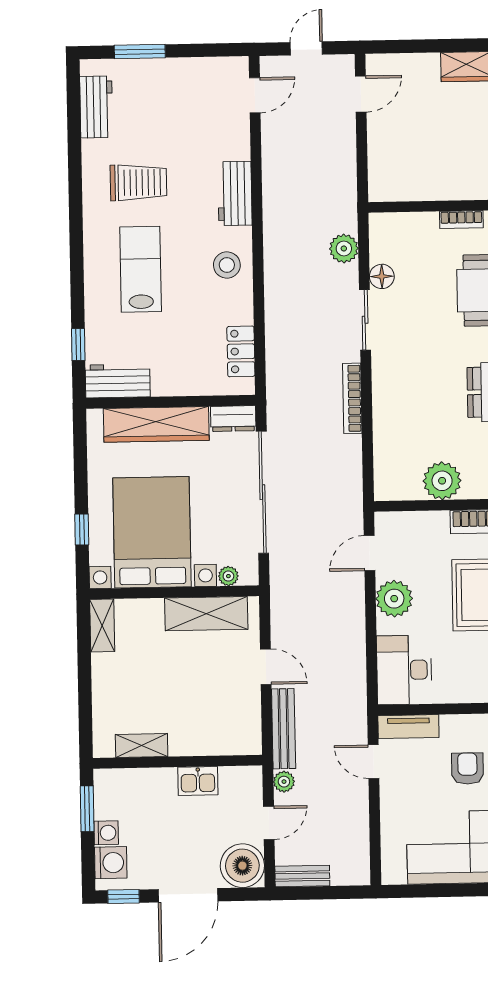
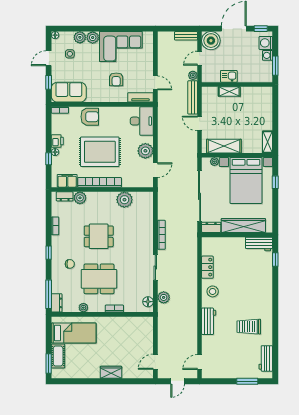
lab bench: (141, 269) -> (249, 290), removed
floor lamp: (382, 276) -> (148, 302), moved
locker: (241, 351) -> (207, 267), moved
shelving: (142, 745) -> (229, 92), moved

